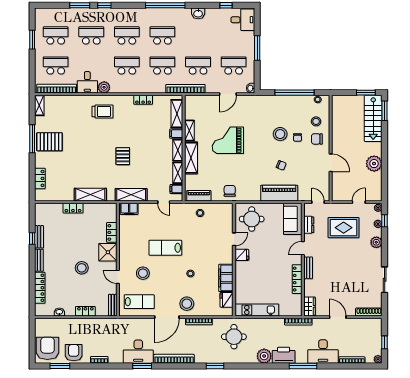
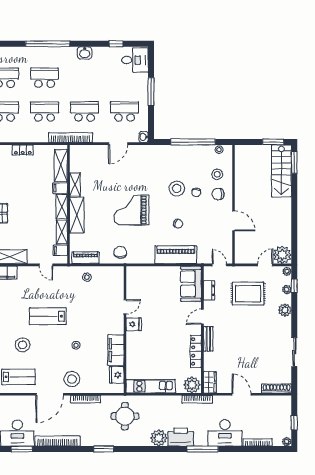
grand piano: (228, 140) -> (131, 210), moved
plant: (374, 164) -> (282, 255), moved
round table: (252, 219) -> (145, 284), removed
plant: (294, 309) -> (192, 385), added

